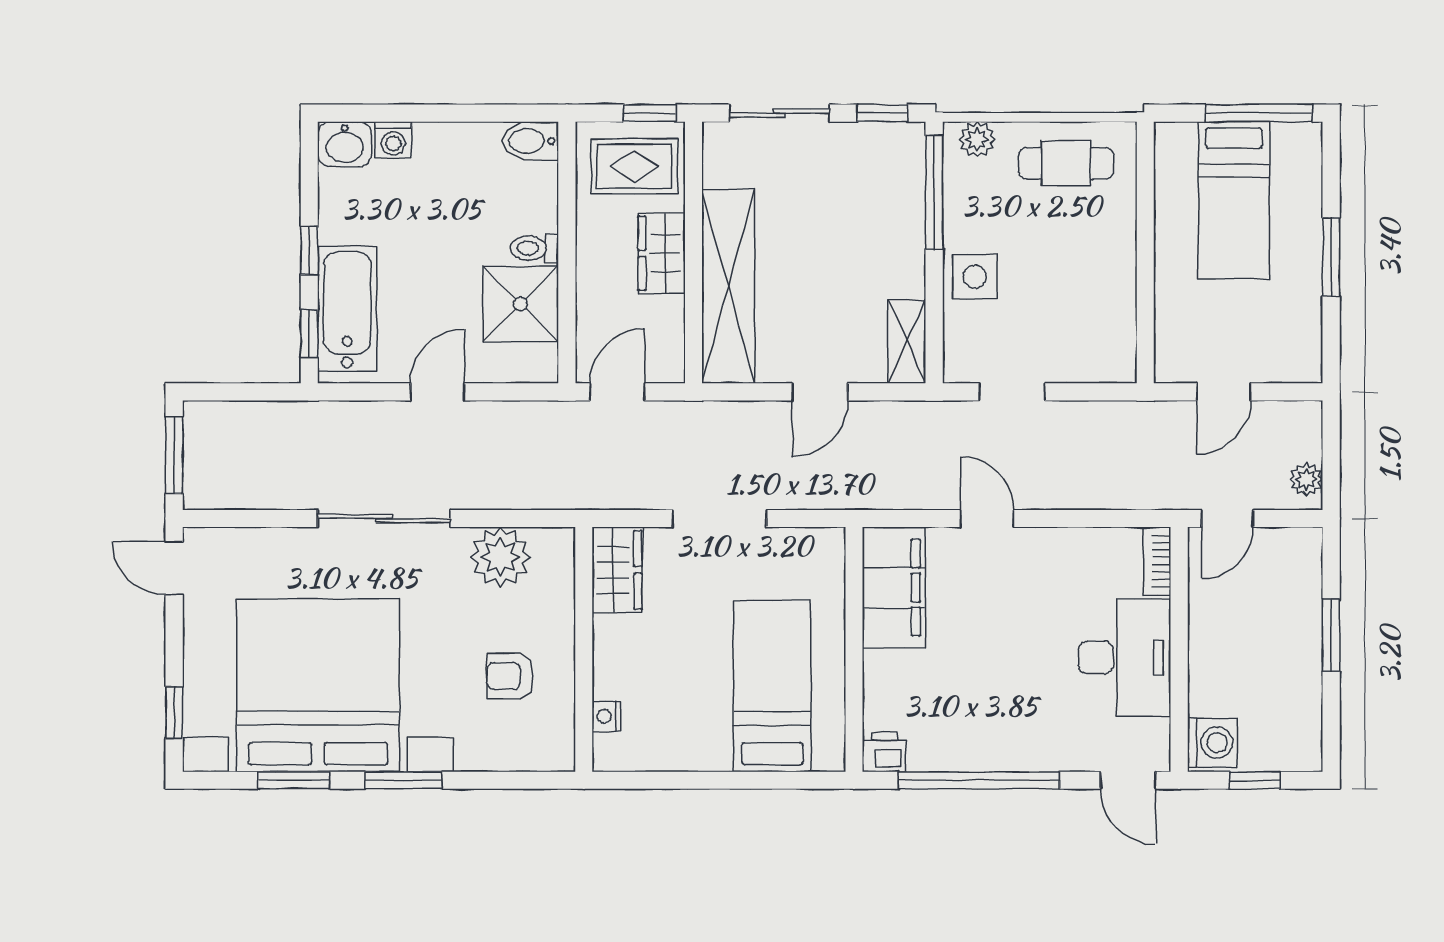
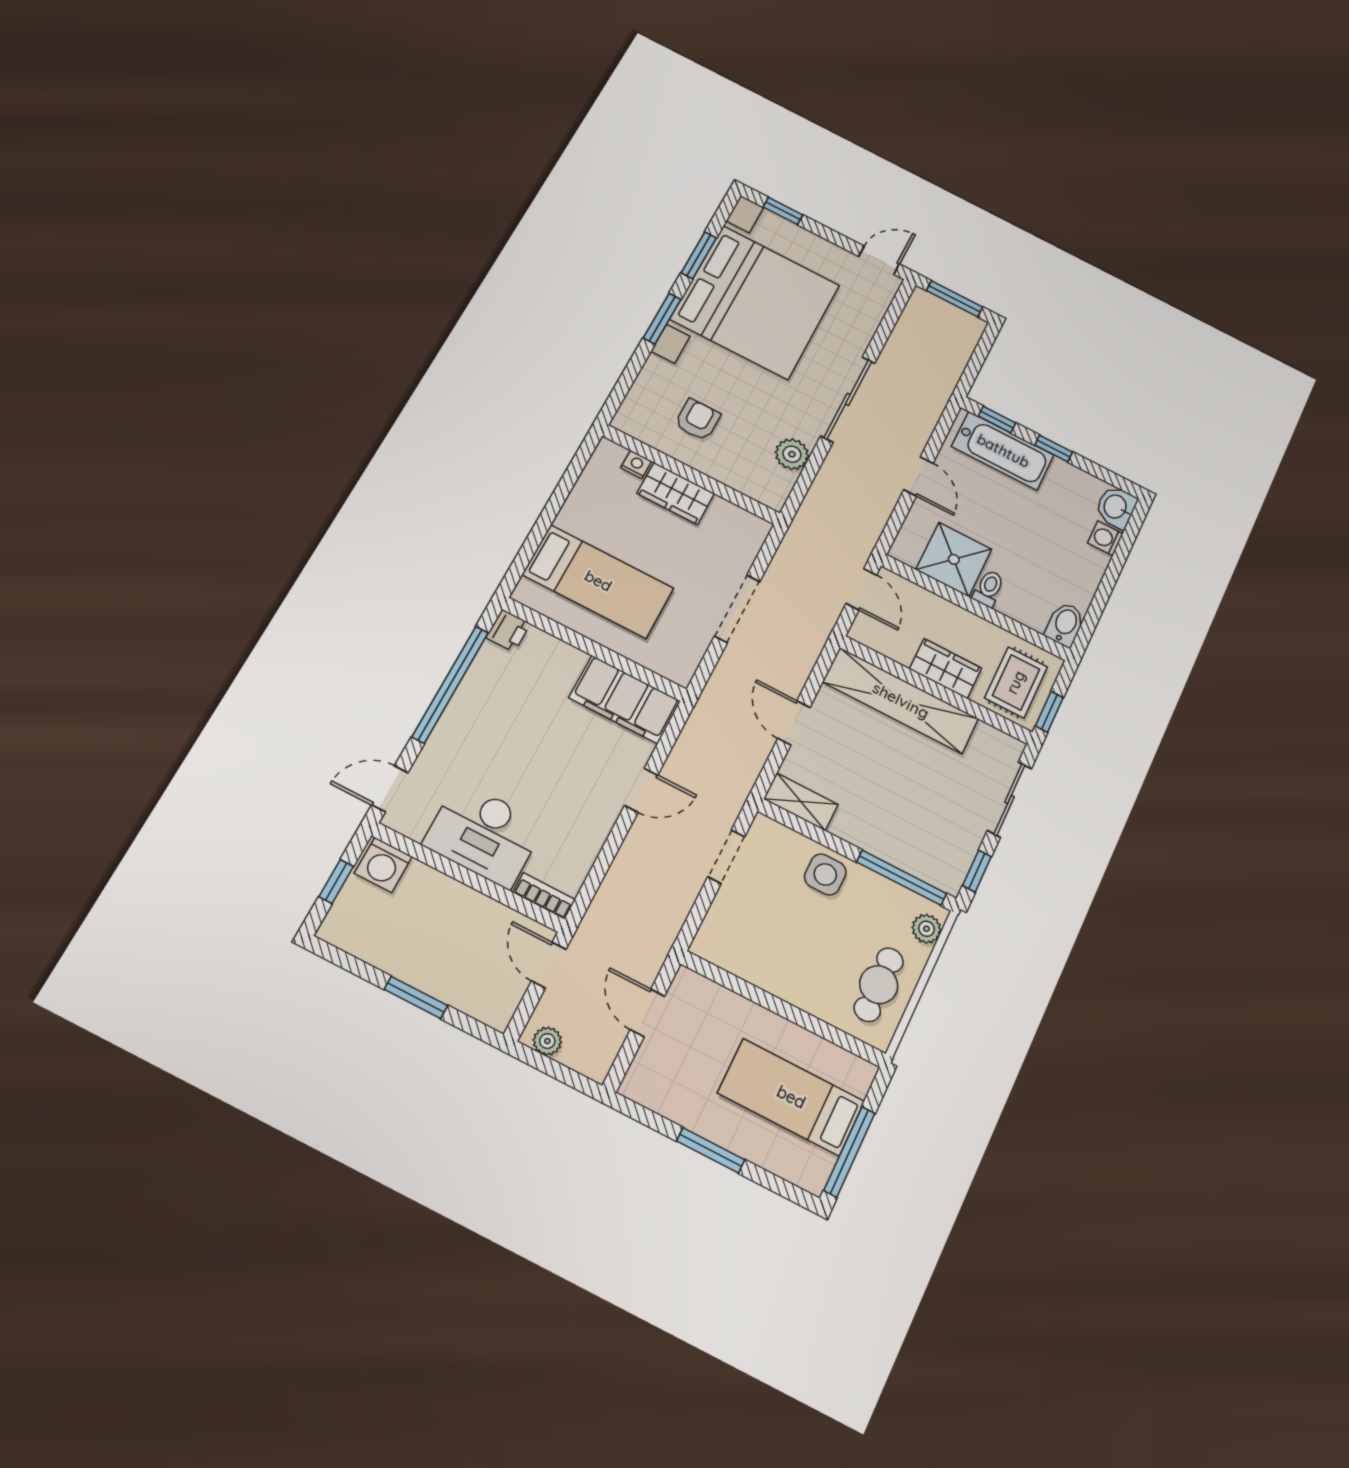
plant: (500, 557) -> (792, 454), width x0.73, depth x0.73
wardrobe: (617, 570) -> (676, 493), moved

